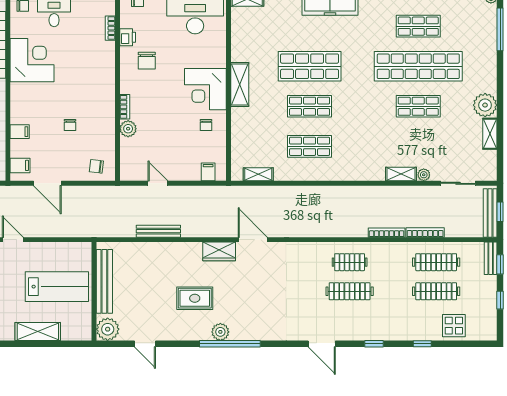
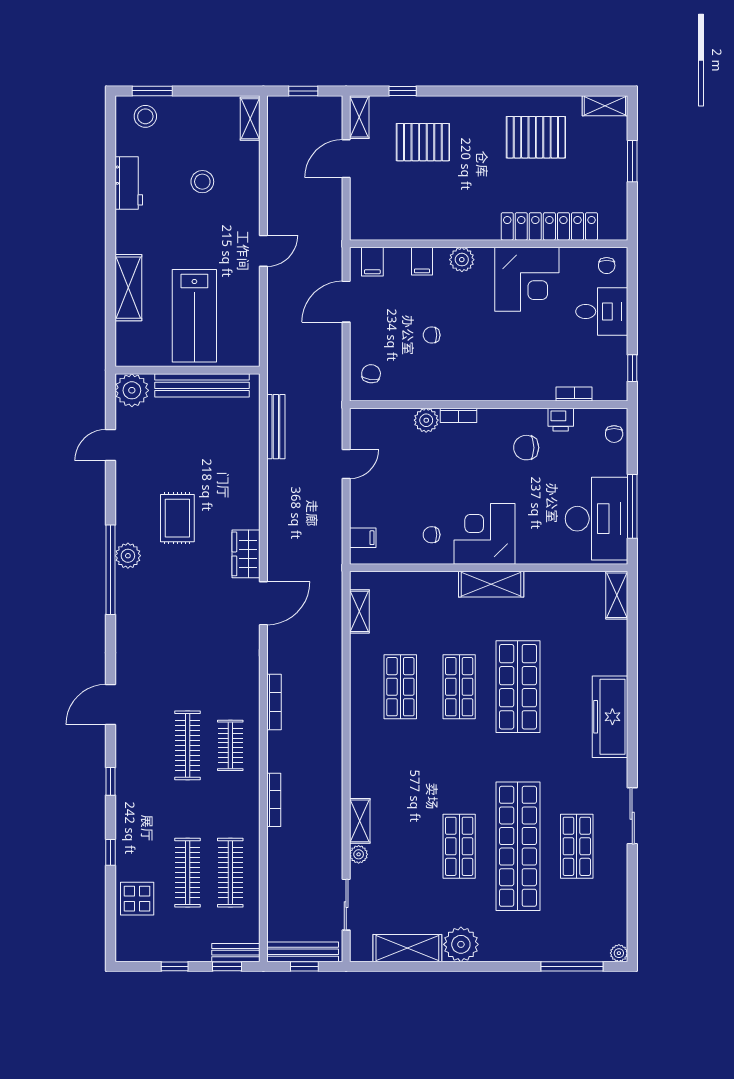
plant: (19, 104) -> (462, 260), added
shelving: (490, 134) -> (407, 948), width x1.50, depth x1.33
bench: (158, 231) -> (276, 427), moved
bookcase: (425, 232) -> (274, 702), moved

